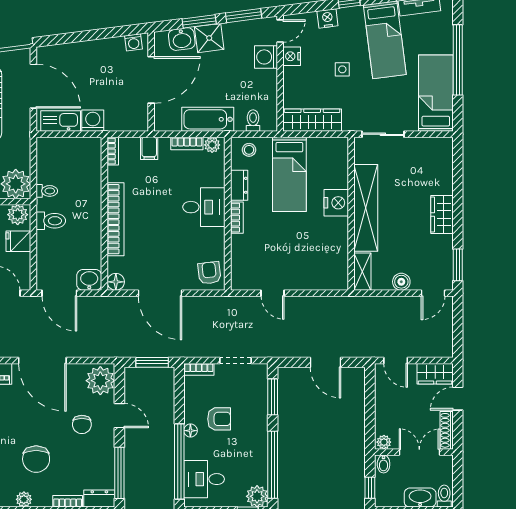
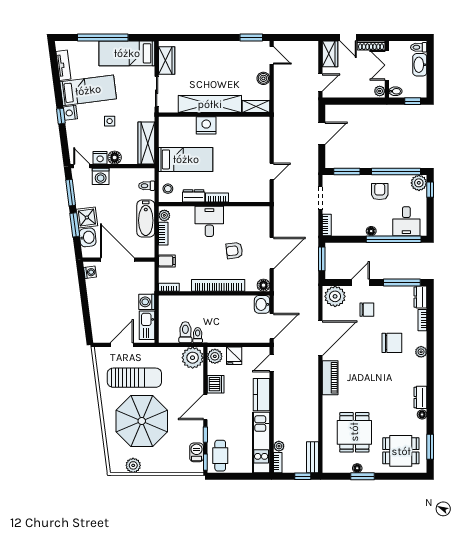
nightstand: (327, 18) -> (70, 113), moved
floor lamp: (292, 76) -> (115, 158), added
door: (33, 86) -> (122, 345), width x0.73
wardrobe: (442, 215) -> (167, 60), moved, turned -90
toilet: (51, 221) -> (185, 332), moved
armchair: (209, 273) -> (234, 251), moved
armchair: (219, 419) -> (380, 192), moved

